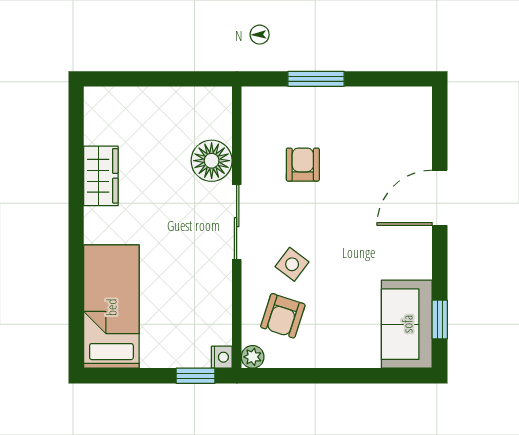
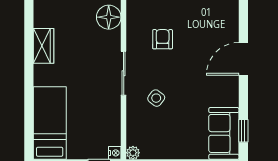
floor lamp: (212, 161) -> (109, 17), moved
armchair: (283, 316) -> (151, 128), removed

